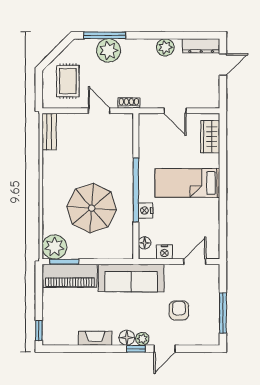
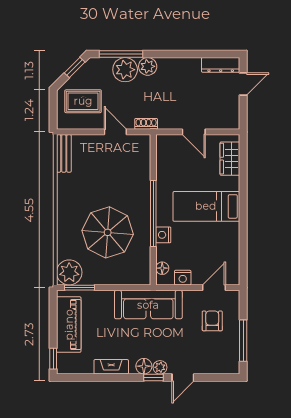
plant: (165, 47) -> (148, 66), moved
window: (60, 48) -> (75, 67), added
rug: (68, 81) -> (83, 101), turned 90
piano: (70, 276) -> (69, 325), moved, turned -90
armchair: (179, 311) -> (212, 321), moved

